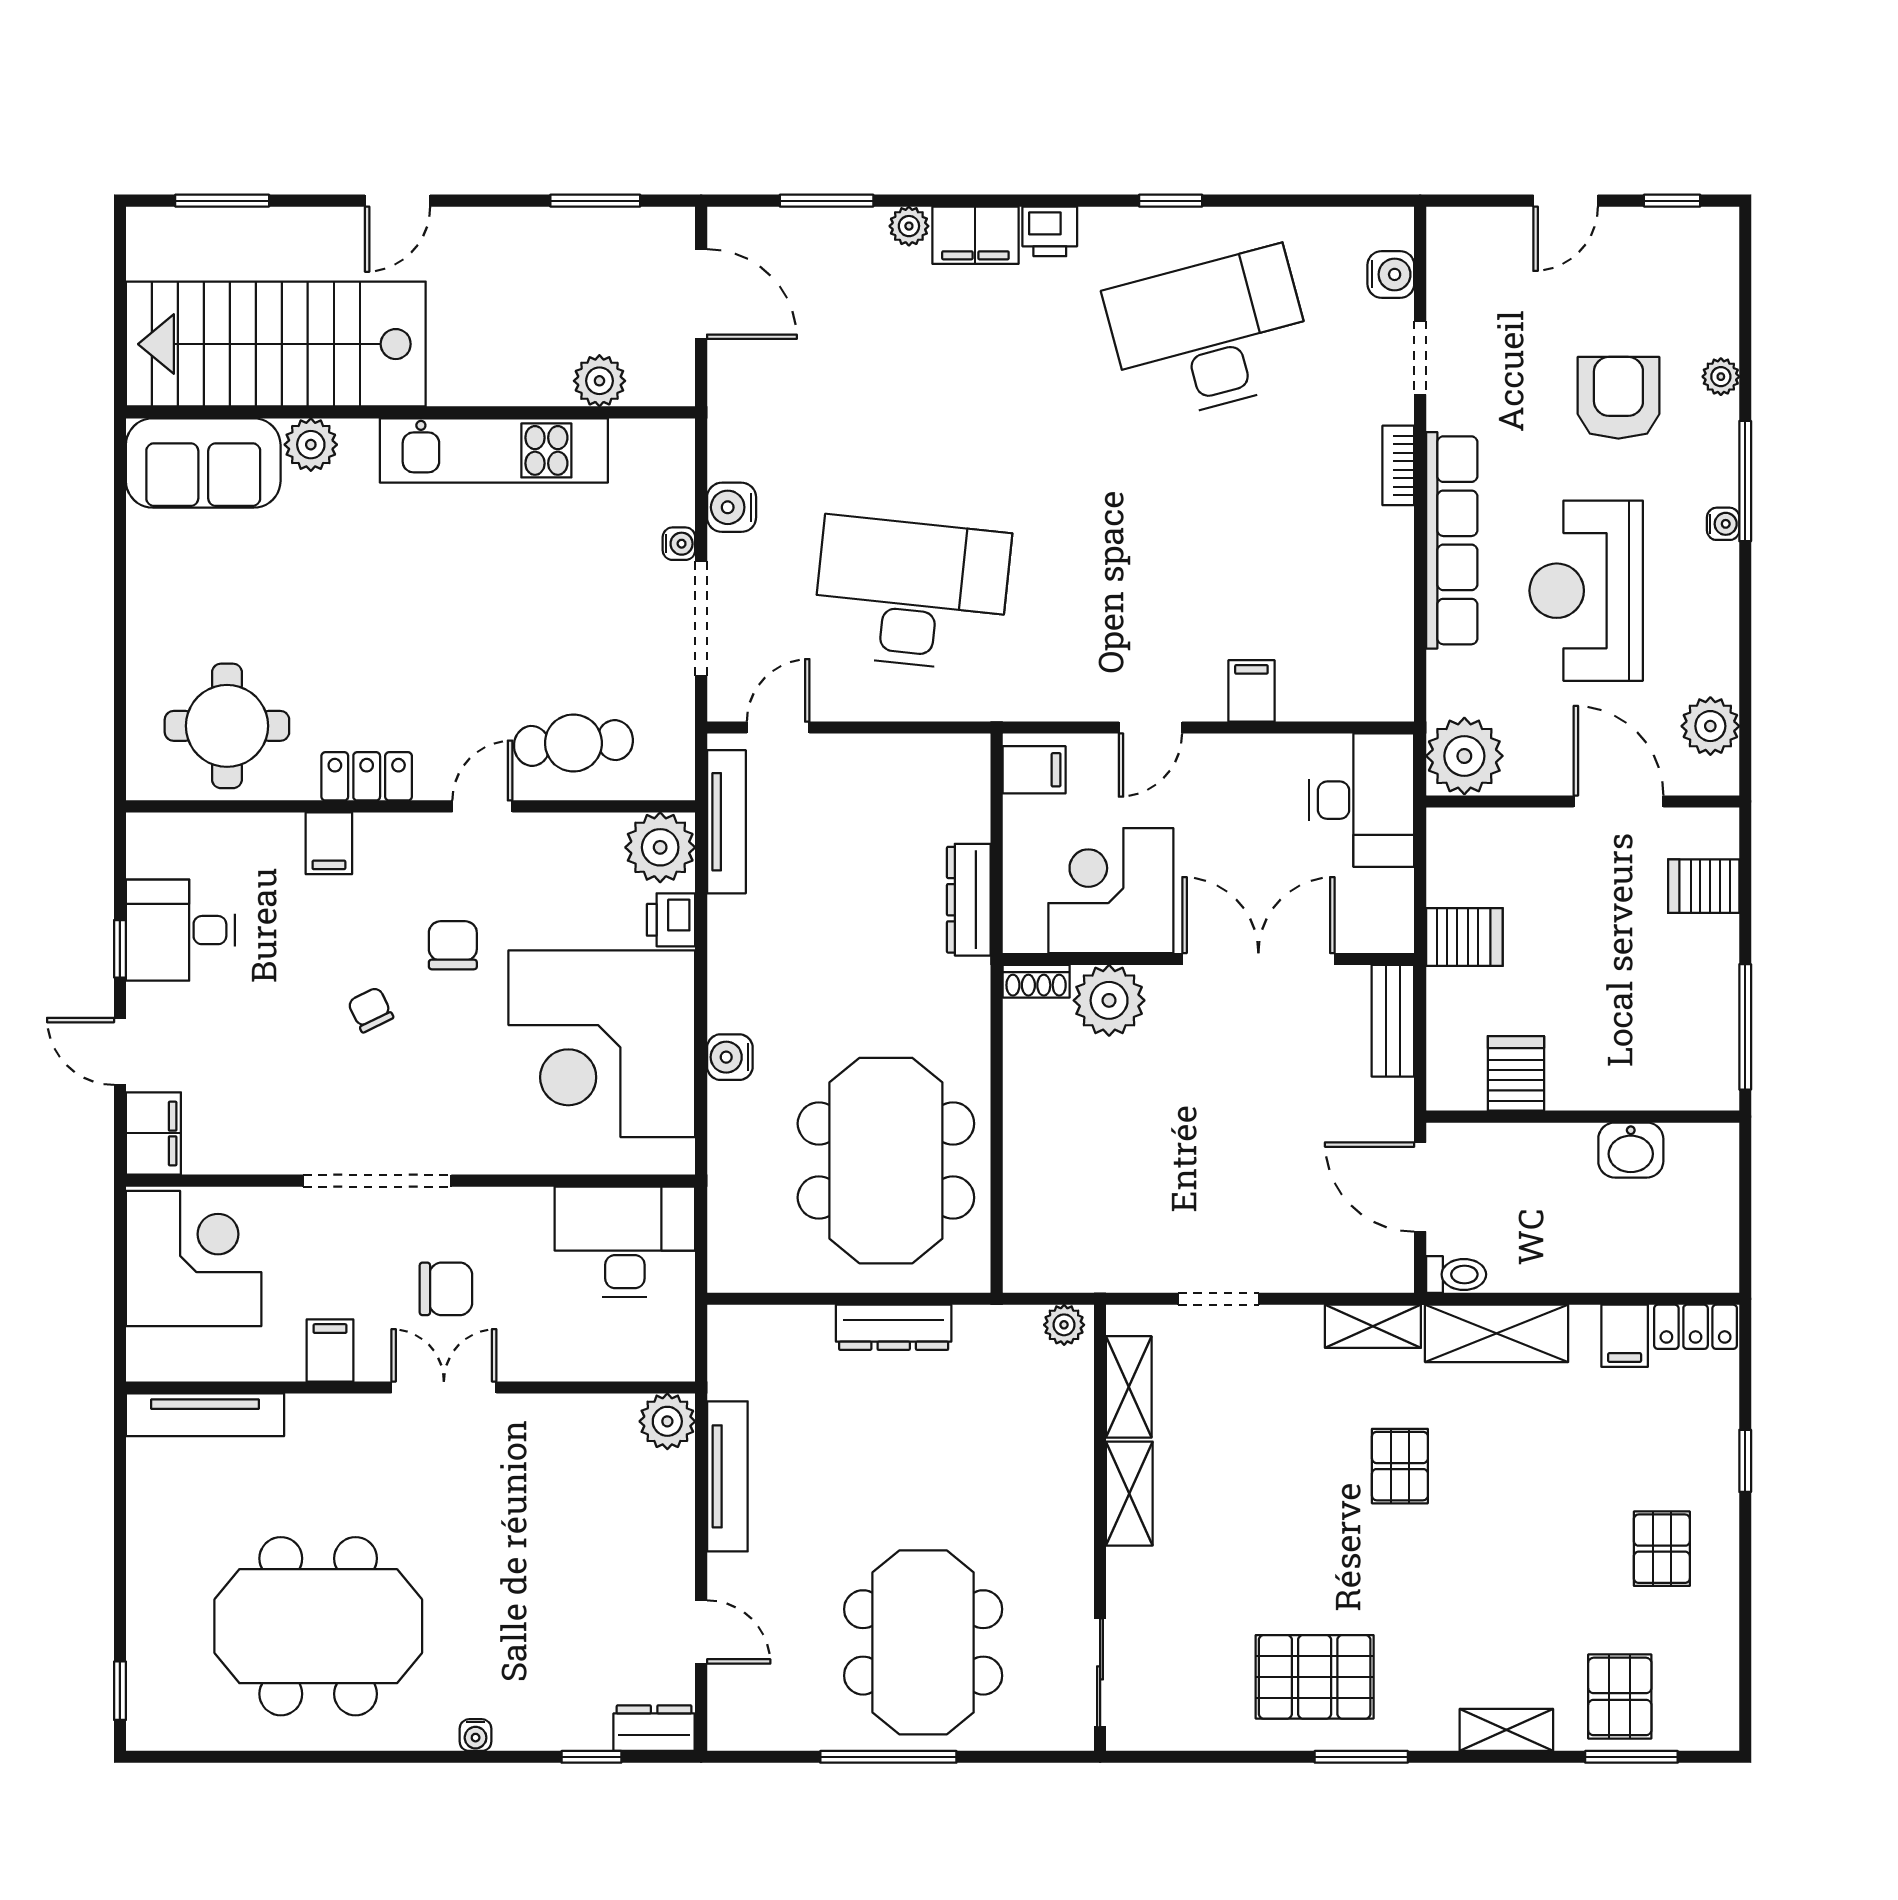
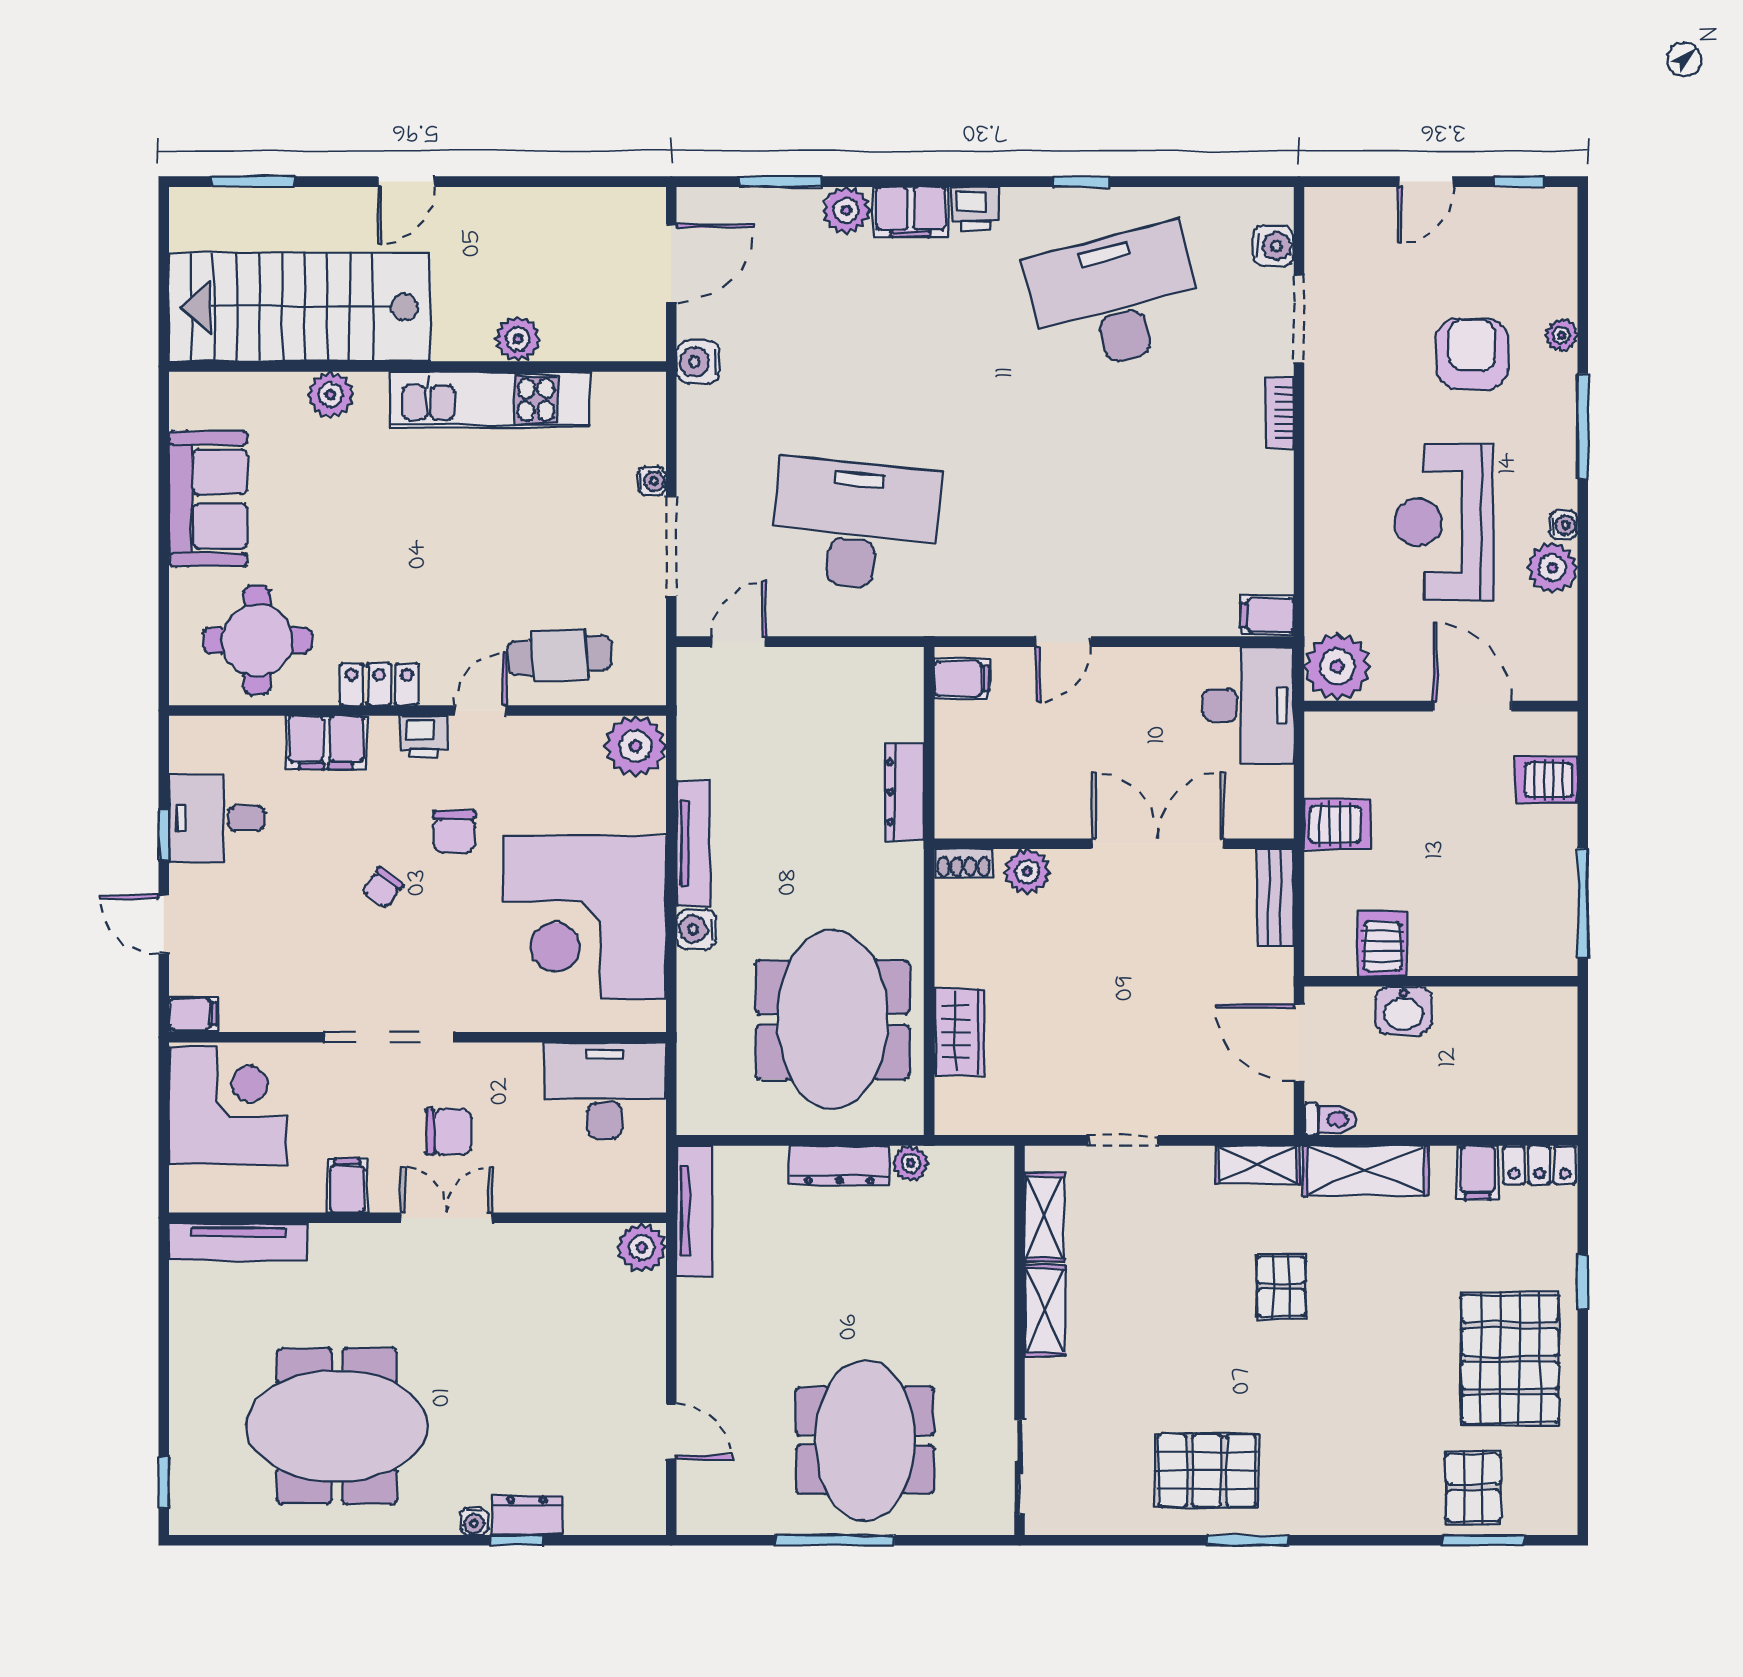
window: (595, 201) -> (579, 182), removed
plant: (909, 226) -> (846, 210), width x1.38, depth x1.38
door: (701, 294) -> (671, 263), hinge flipped
doorway: (1420, 358) -> (1299, 319), width x1.38
plant: (599, 381) -> (518, 339), moved
sofa: (203, 463) -> (208, 499), moved, turned -90
water cooler: (732, 507) -> (698, 362), moved
water cooler: (1723, 524) -> (1563, 525), moved
row of seats: (1452, 540) -> (1326, 478), removed
filing cabinet: (1251, 691) -> (1267, 615), moved, turned -90
plant: (1710, 726) -> (1552, 568), moved
tv unit: (726, 822) -> (693, 844), moved
filing cabinet: (329, 843) -> (326, 743), width x2.00
corner desk: (1111, 891) -> (1029, 784), removed
printer: (671, 920) -> (424, 737), moved, turned -90
chair: (453, 945) -> (454, 832), turned 180
plant: (1109, 1000) -> (1027, 872), width x0.73, depth x0.73
chair: (370, 1010) -> (383, 888), turned -117
filing cabinet: (153, 1133) -> (193, 1014), width x0.50
washbasin: (1631, 1150) -> (1404, 1011), moved
wardrobe: (1031, 1175) -> (959, 1032), added
plant: (1064, 1325) -> (911, 1163), moved
tv unit: (727, 1476) -> (694, 1211), moved
pallet: (1662, 1549) -> (1510, 1359), width x2.05, depth x2.00
dresser: (654, 1728) -> (527, 1515), moved
shelving: (1506, 1730) -> (1374, 1517), removed
window: (591, 1757) -> (516, 1540), moved

